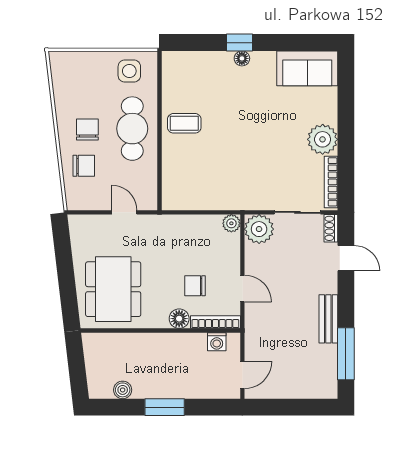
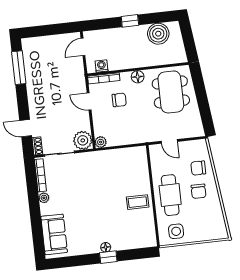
sofa: (307, 68) -> (54, 234), moved, turned 90
plant: (323, 139) -> (44, 198), width x0.53, depth x0.53
floor lamp: (179, 319) -> (138, 77), moved
bench: (328, 319) -> (32, 88), removed
boiler: (123, 390) -> (158, 34), width x1.86, depth x1.86
window: (165, 407) -> (130, 21), width x0.67

